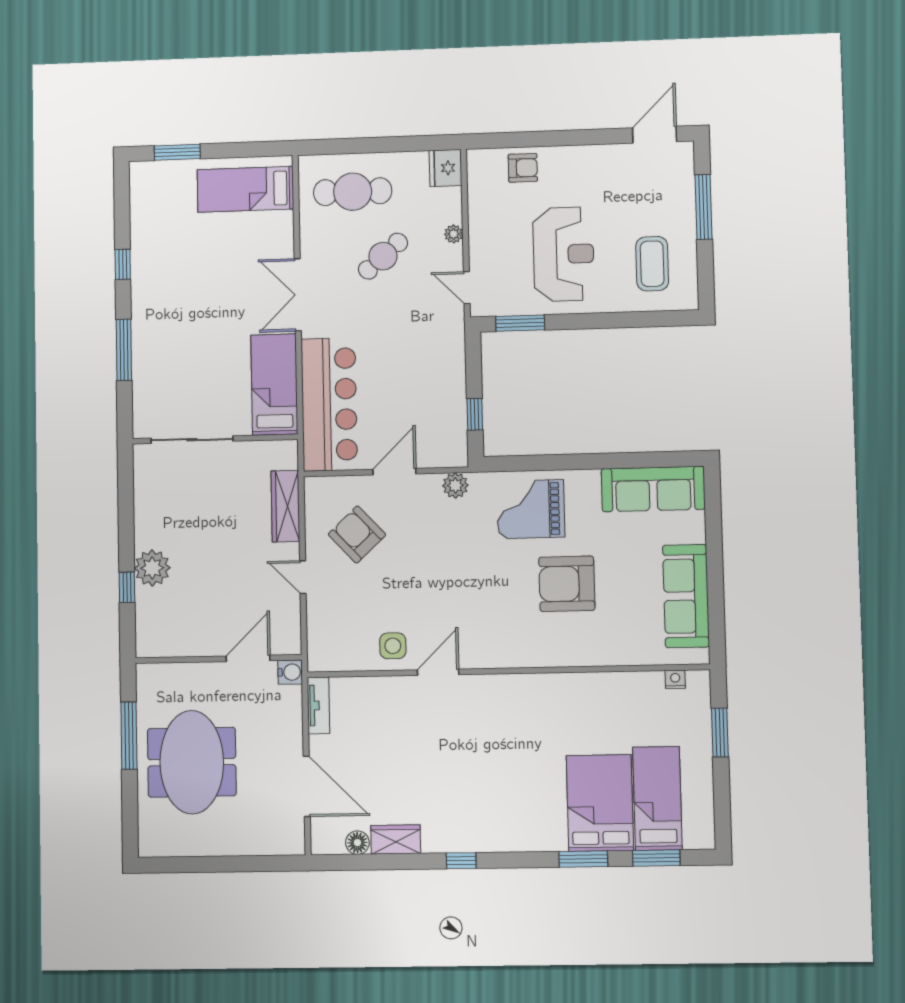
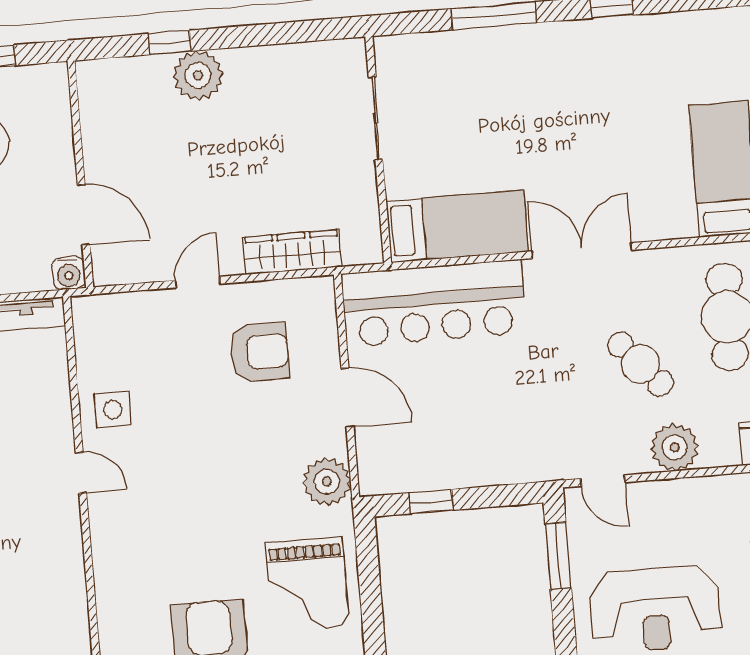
plant: (454, 234) -> (675, 447), width x1.88, depth x1.88
door: (467, 288) -> (603, 481), swing flipped
sliding door: (192, 440) -> (376, 118), width x0.73
plant: (455, 485) -> (327, 482), width x1.36, depth x1.36
grand piano: (531, 509) -> (307, 584), turned 180
armchair: (357, 534) -> (260, 352), turned 43
door: (438, 672) -> (81, 473), width x0.73

